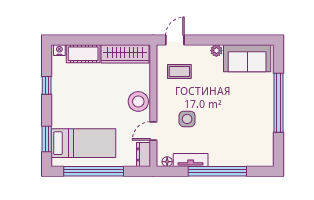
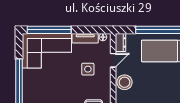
corner sofa: (241, 144) -> (47, 51), added
window: (217, 171) -> (49, 30), moved

